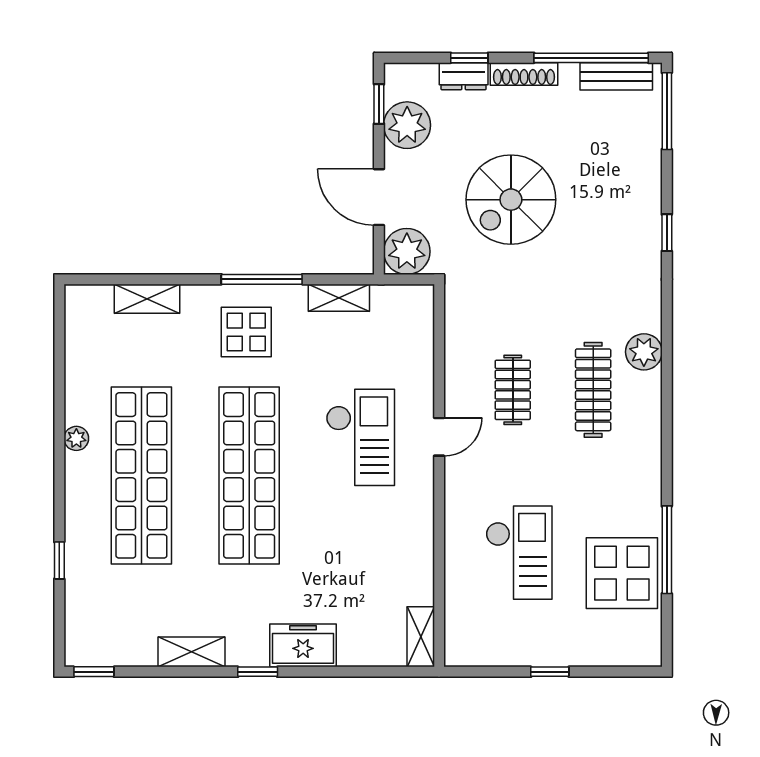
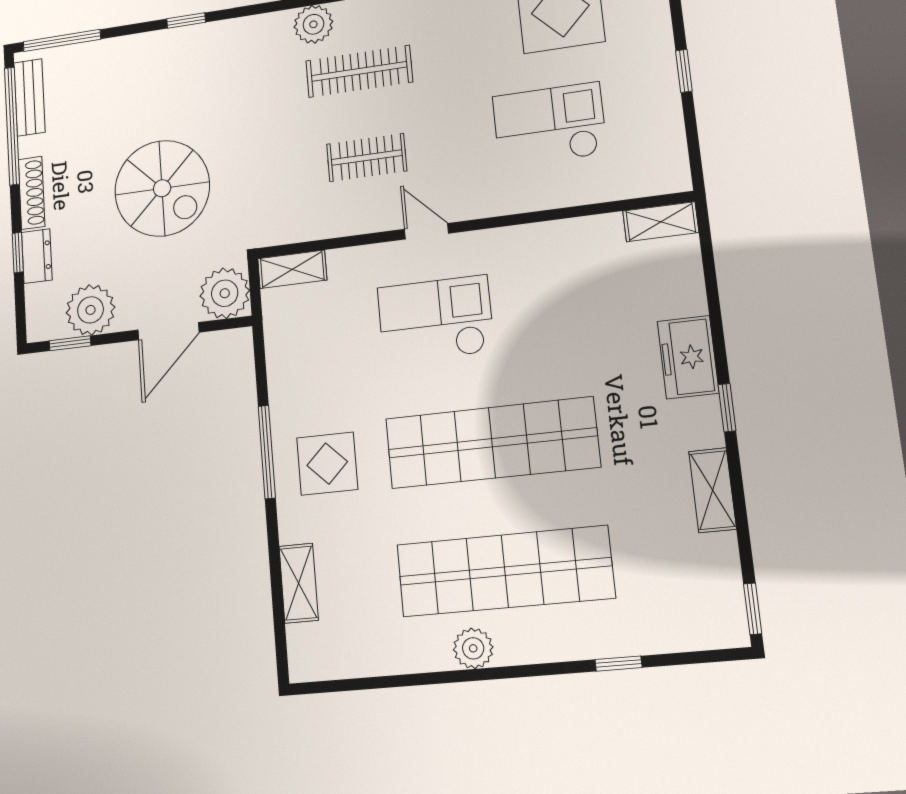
shelving: (339, 298) -> (292, 269), moved, turned 90
plant: (76, 438) -> (473, 648), width x1.38, depth x1.38

